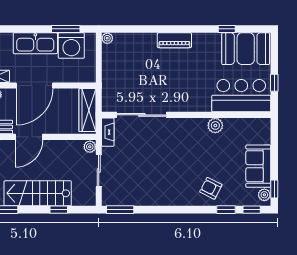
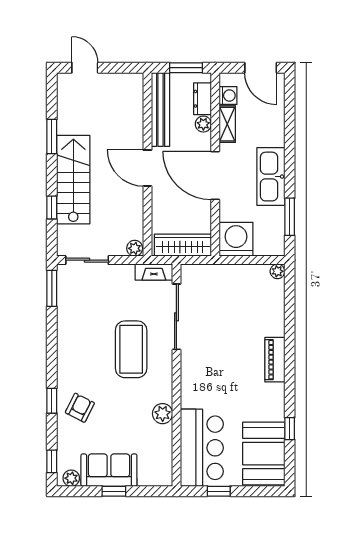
washing machine: (71, 46) -> (236, 239), moved, turned 90
coffee table: (166, 149) -> (131, 349), added
sliding door: (99, 171) -> (87, 260), moved
window: (274, 189) -> (114, 491), moved
window: (226, 210) -> (52, 401), moved

